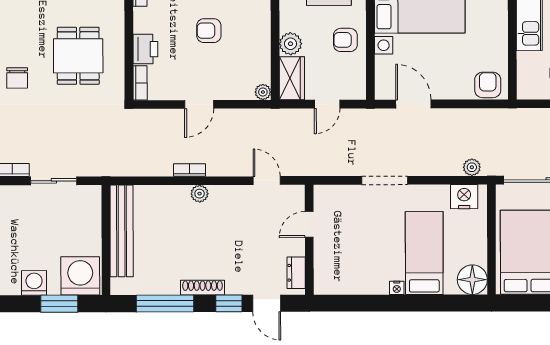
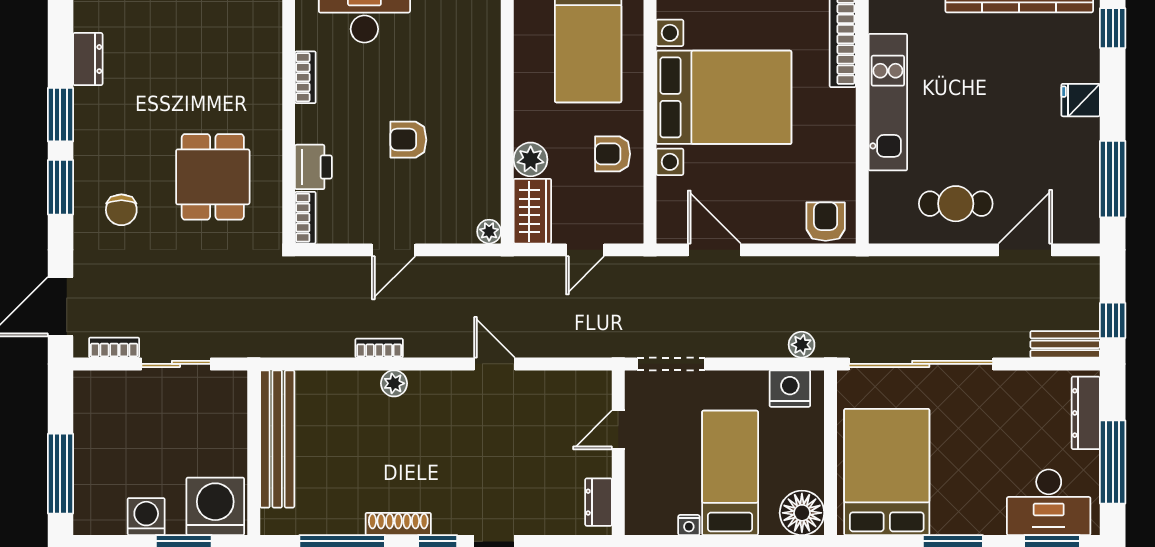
door: (309, 224) -> (618, 430), moved
wall: (309, 240) -> (618, 453), moved
dresser: (296, 273) -> (599, 502), moved

